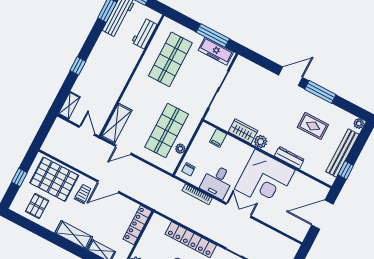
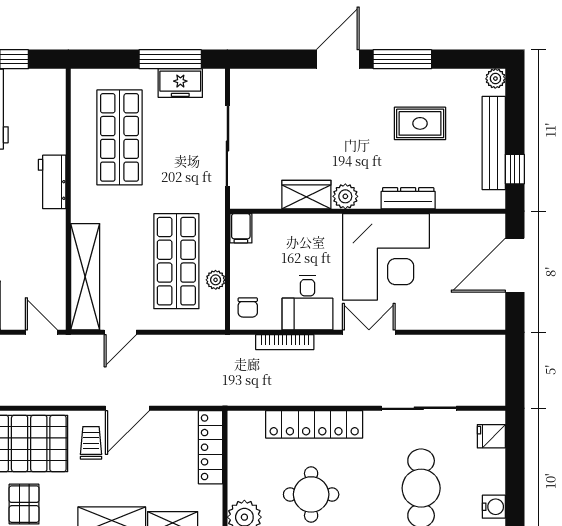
workbench: (144, 33) -> (52, 182), moved
freezer: (216, 51) -> (180, 83), width x0.71
shelving: (117, 123) -> (85, 277), width x1.47
filing cabinet: (218, 138) -> (241, 228), moved

